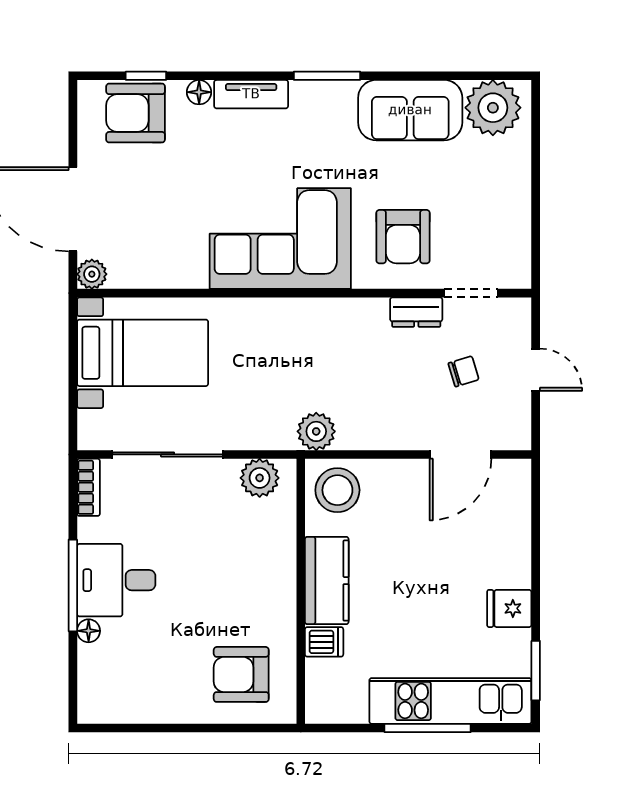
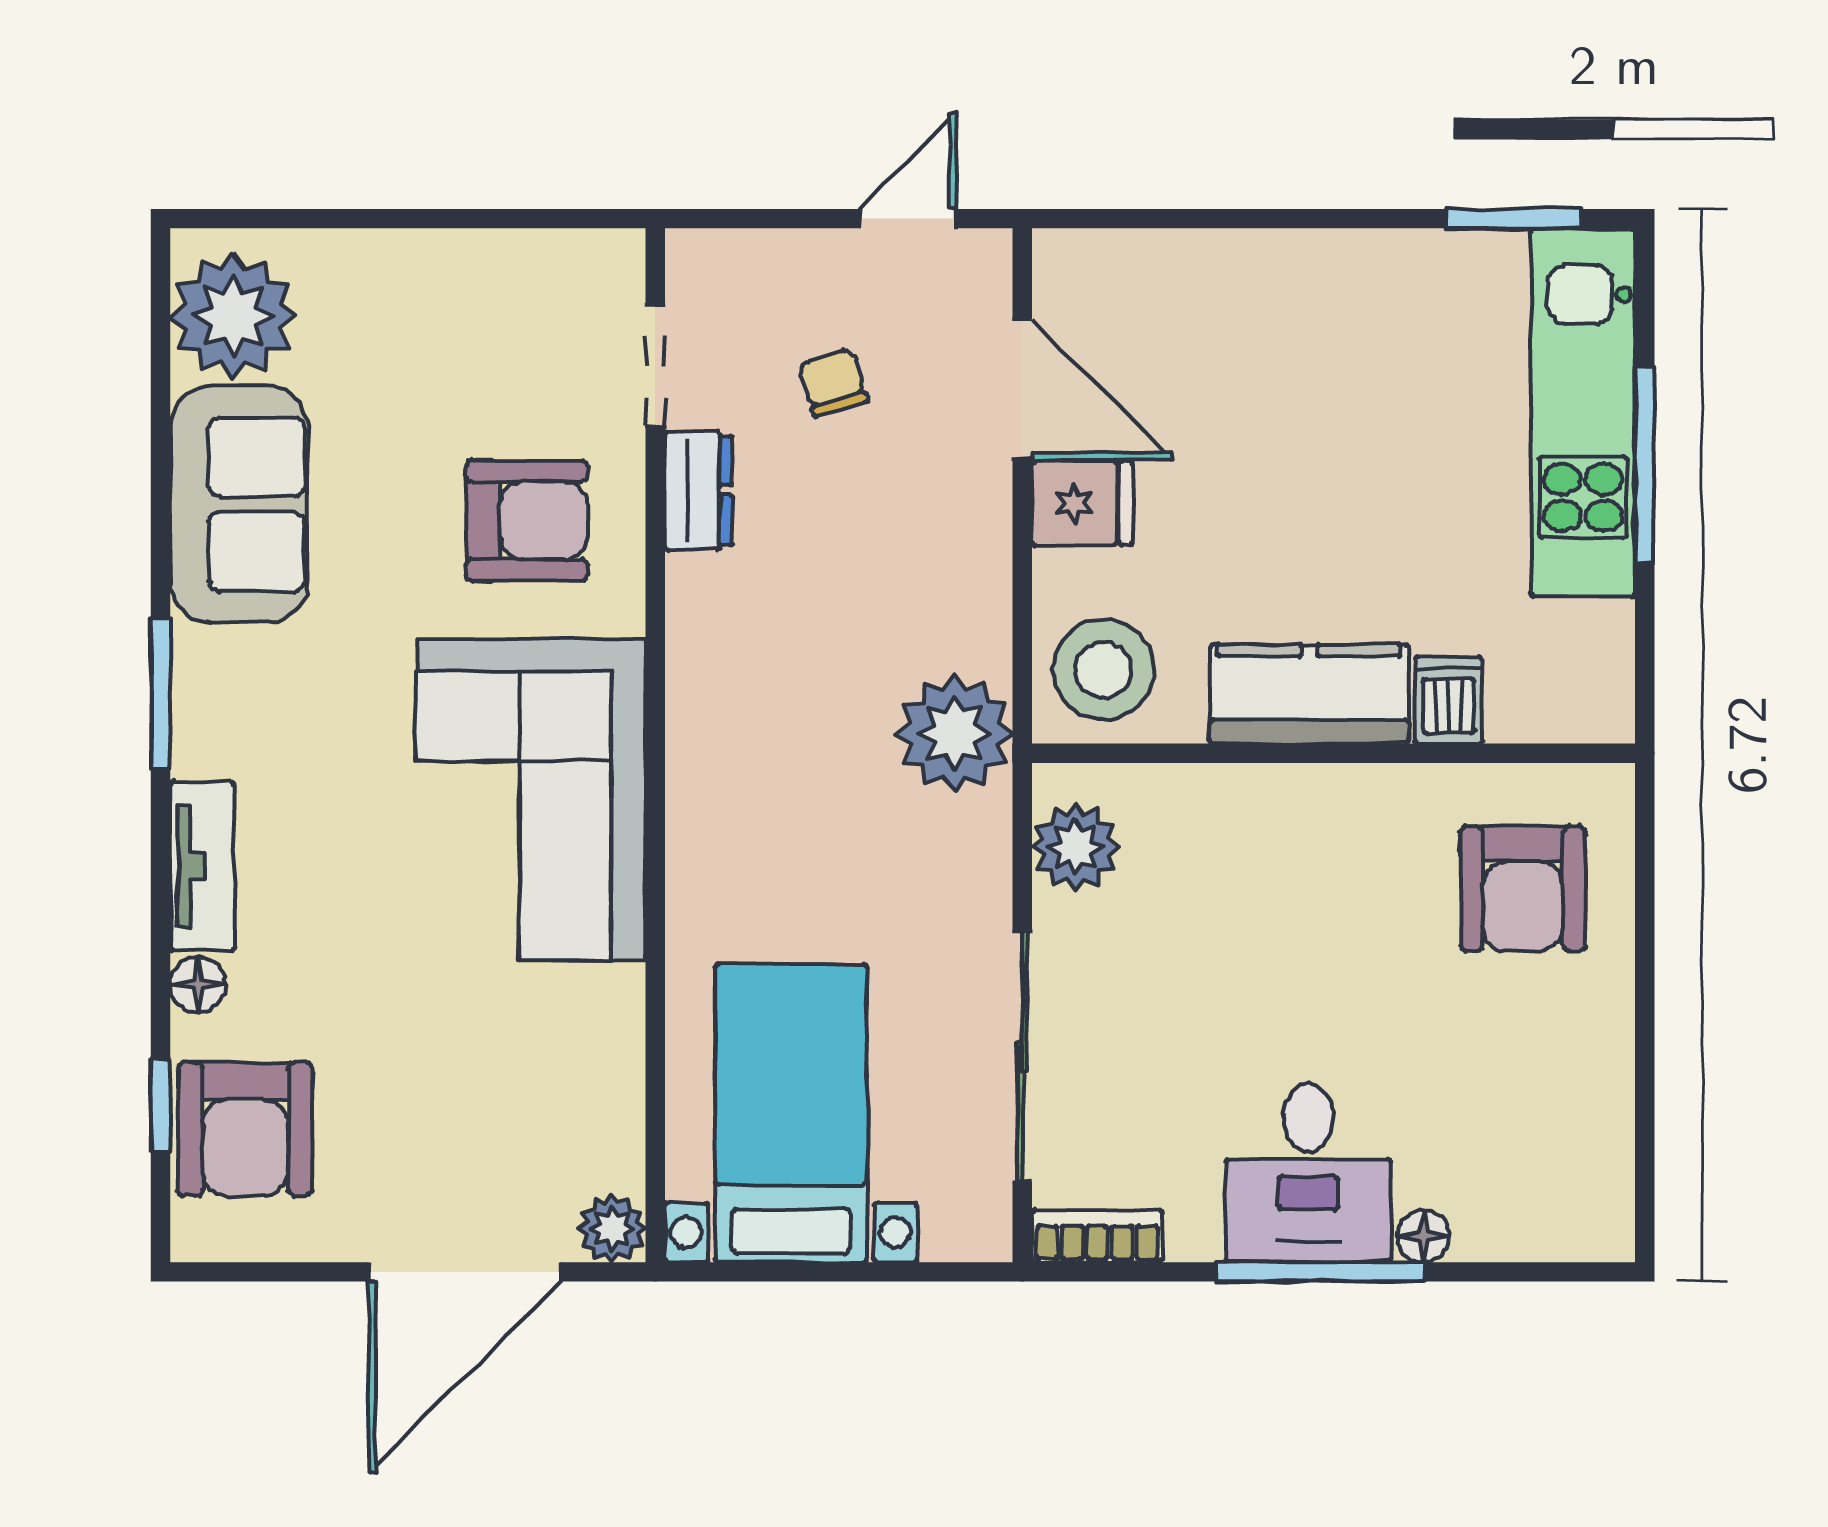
door: (536, 370) -> (908, 219), moved
plant: (316, 431) -> (954, 734), width x1.36, depth x1.36
fridge: (509, 608) -> (1082, 503), moved, turned -90

